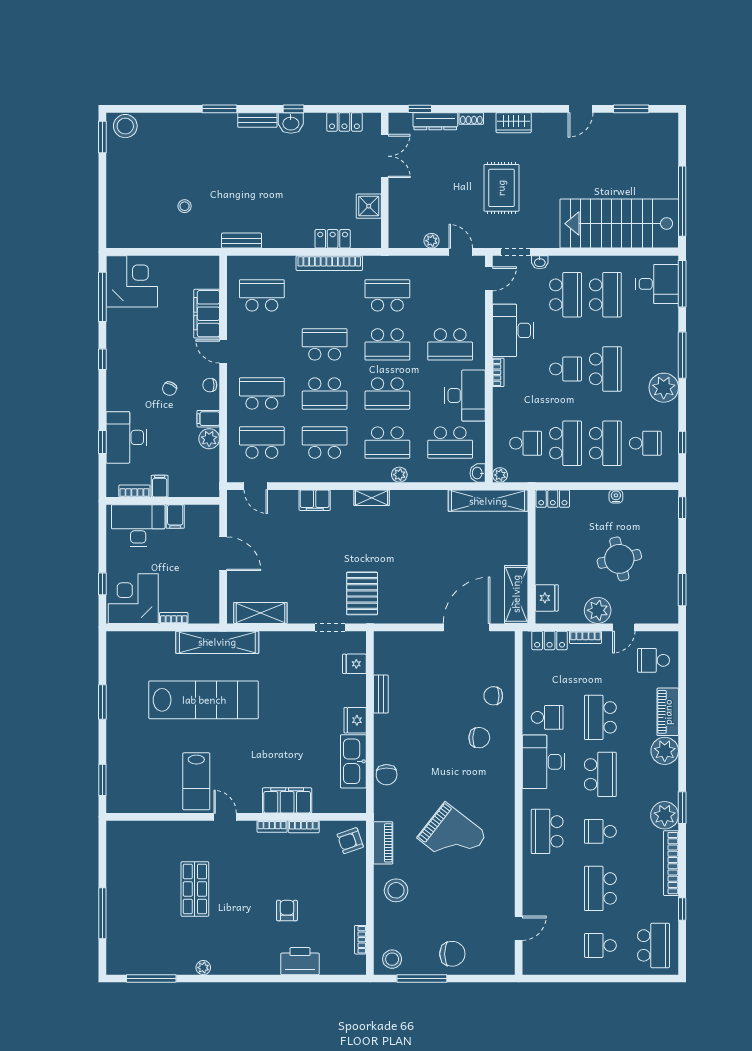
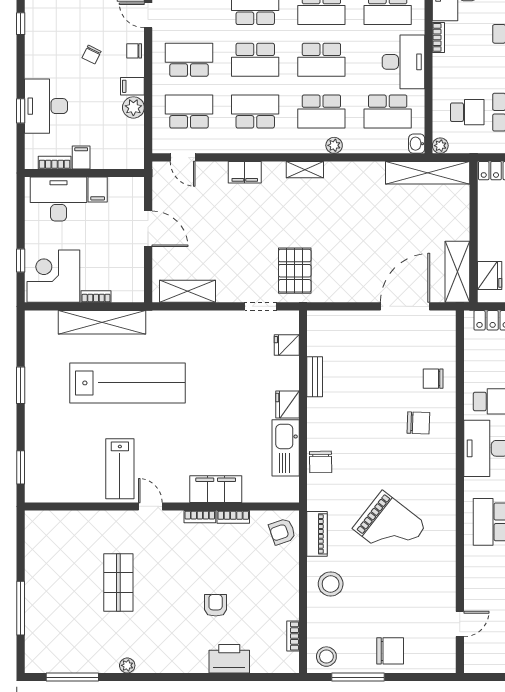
shelving: (217, 642) -> (102, 322), moved

